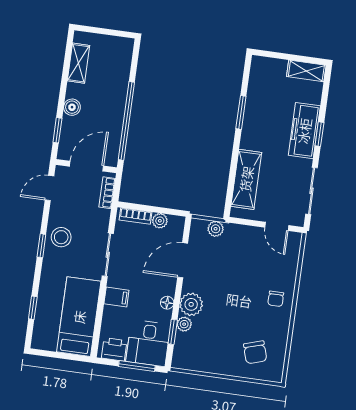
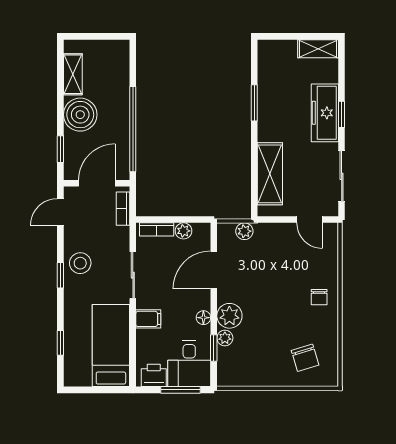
boiler: (72, 107) -> (80, 115), width x1.86, depth x1.86

